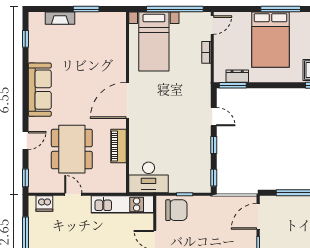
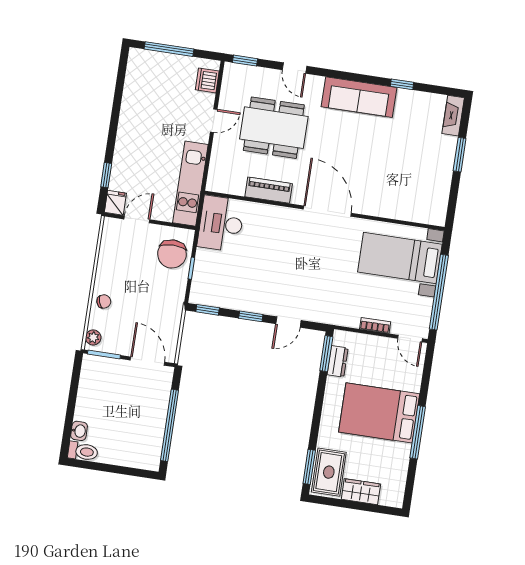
window: (86, 9) -> (460, 155), moved
fireplace: (60, 18) -> (453, 116), moved
window: (25, 39) -> (402, 84), moved

